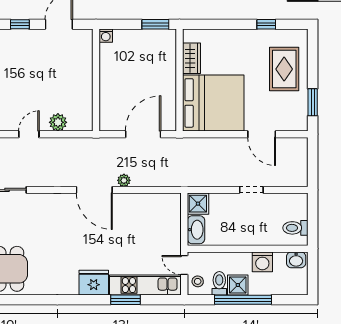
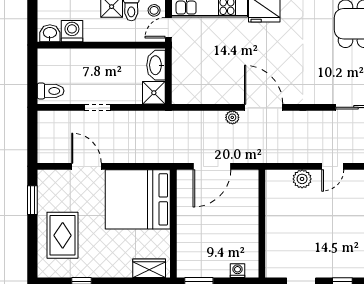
washing machine: (106, 36) -> (238, 271), moved
wardrobe: (192, 58) -> (149, 268), moved, turned 90
toilet: (295, 228) -> (51, 91), moved
washing machine: (262, 262) -> (72, 31), moved
door: (184, 265) -> (168, 28), swing flipped

